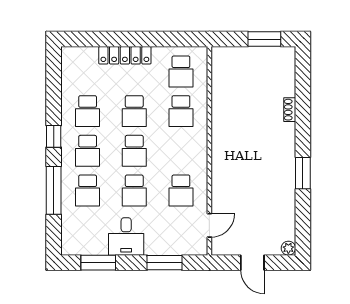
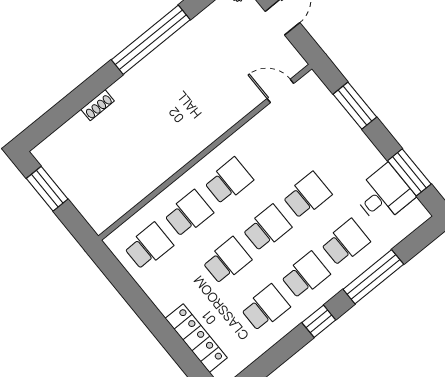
locker: (125, 55) -> (196, 338), moved
window: (303, 173) -> (151, 40), width x2.11
school desk: (181, 190) -> (229, 181), moved
desk: (126, 236) -> (384, 195), moved

